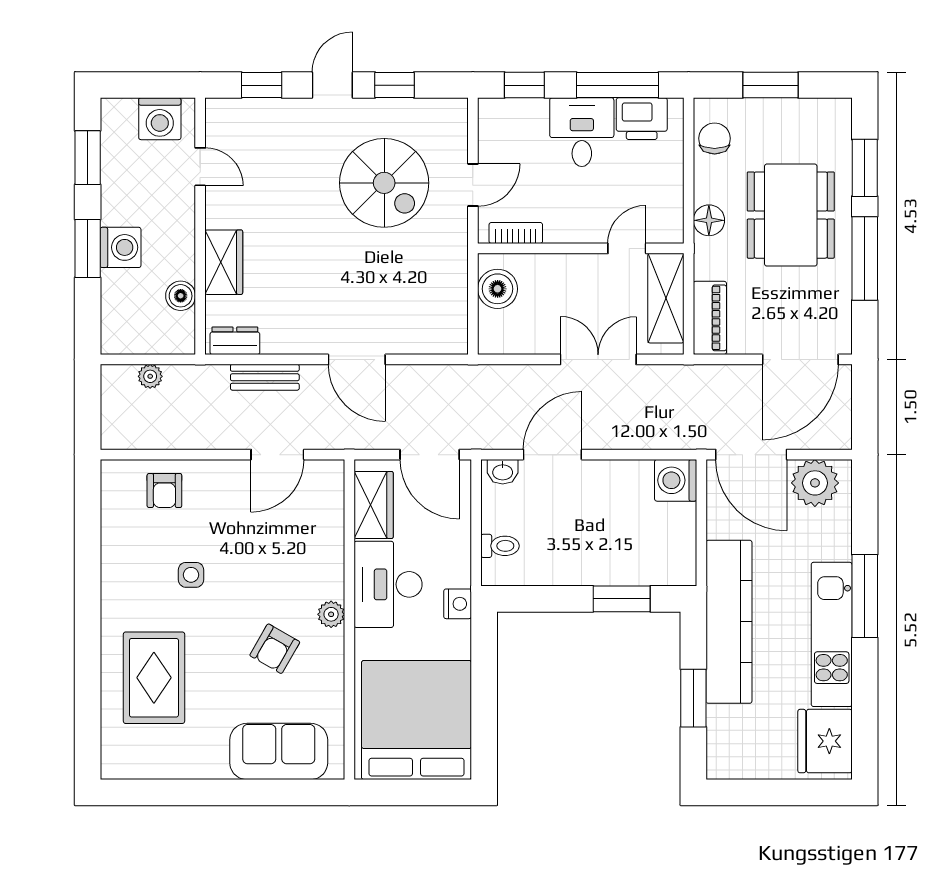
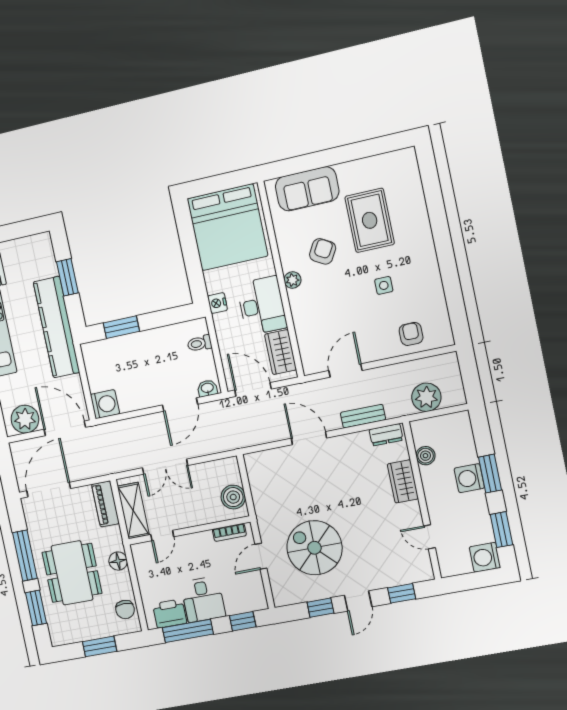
washing machine: (160, 119) -> (485, 557), moved, turned -90
plant: (150, 376) -> (426, 397), width x1.88, depth x1.88
rug: (154, 678) -> (370, 220), moved

